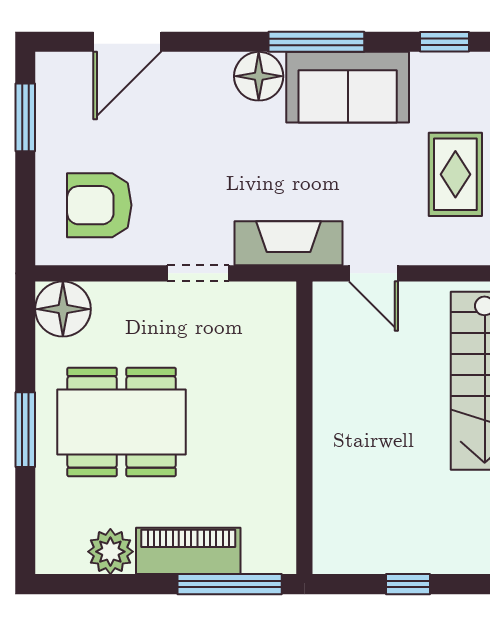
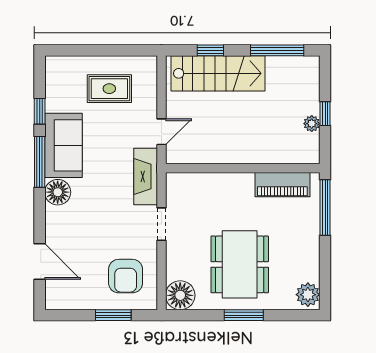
window: (444, 42) -> (40, 111), moved
window: (25, 117) -> (113, 315), moved
piano: (188, 551) -> (282, 185), moved, turned -90
plant: (110, 552) -> (308, 295), moved
plant: (389, 559) -> (312, 124), added

